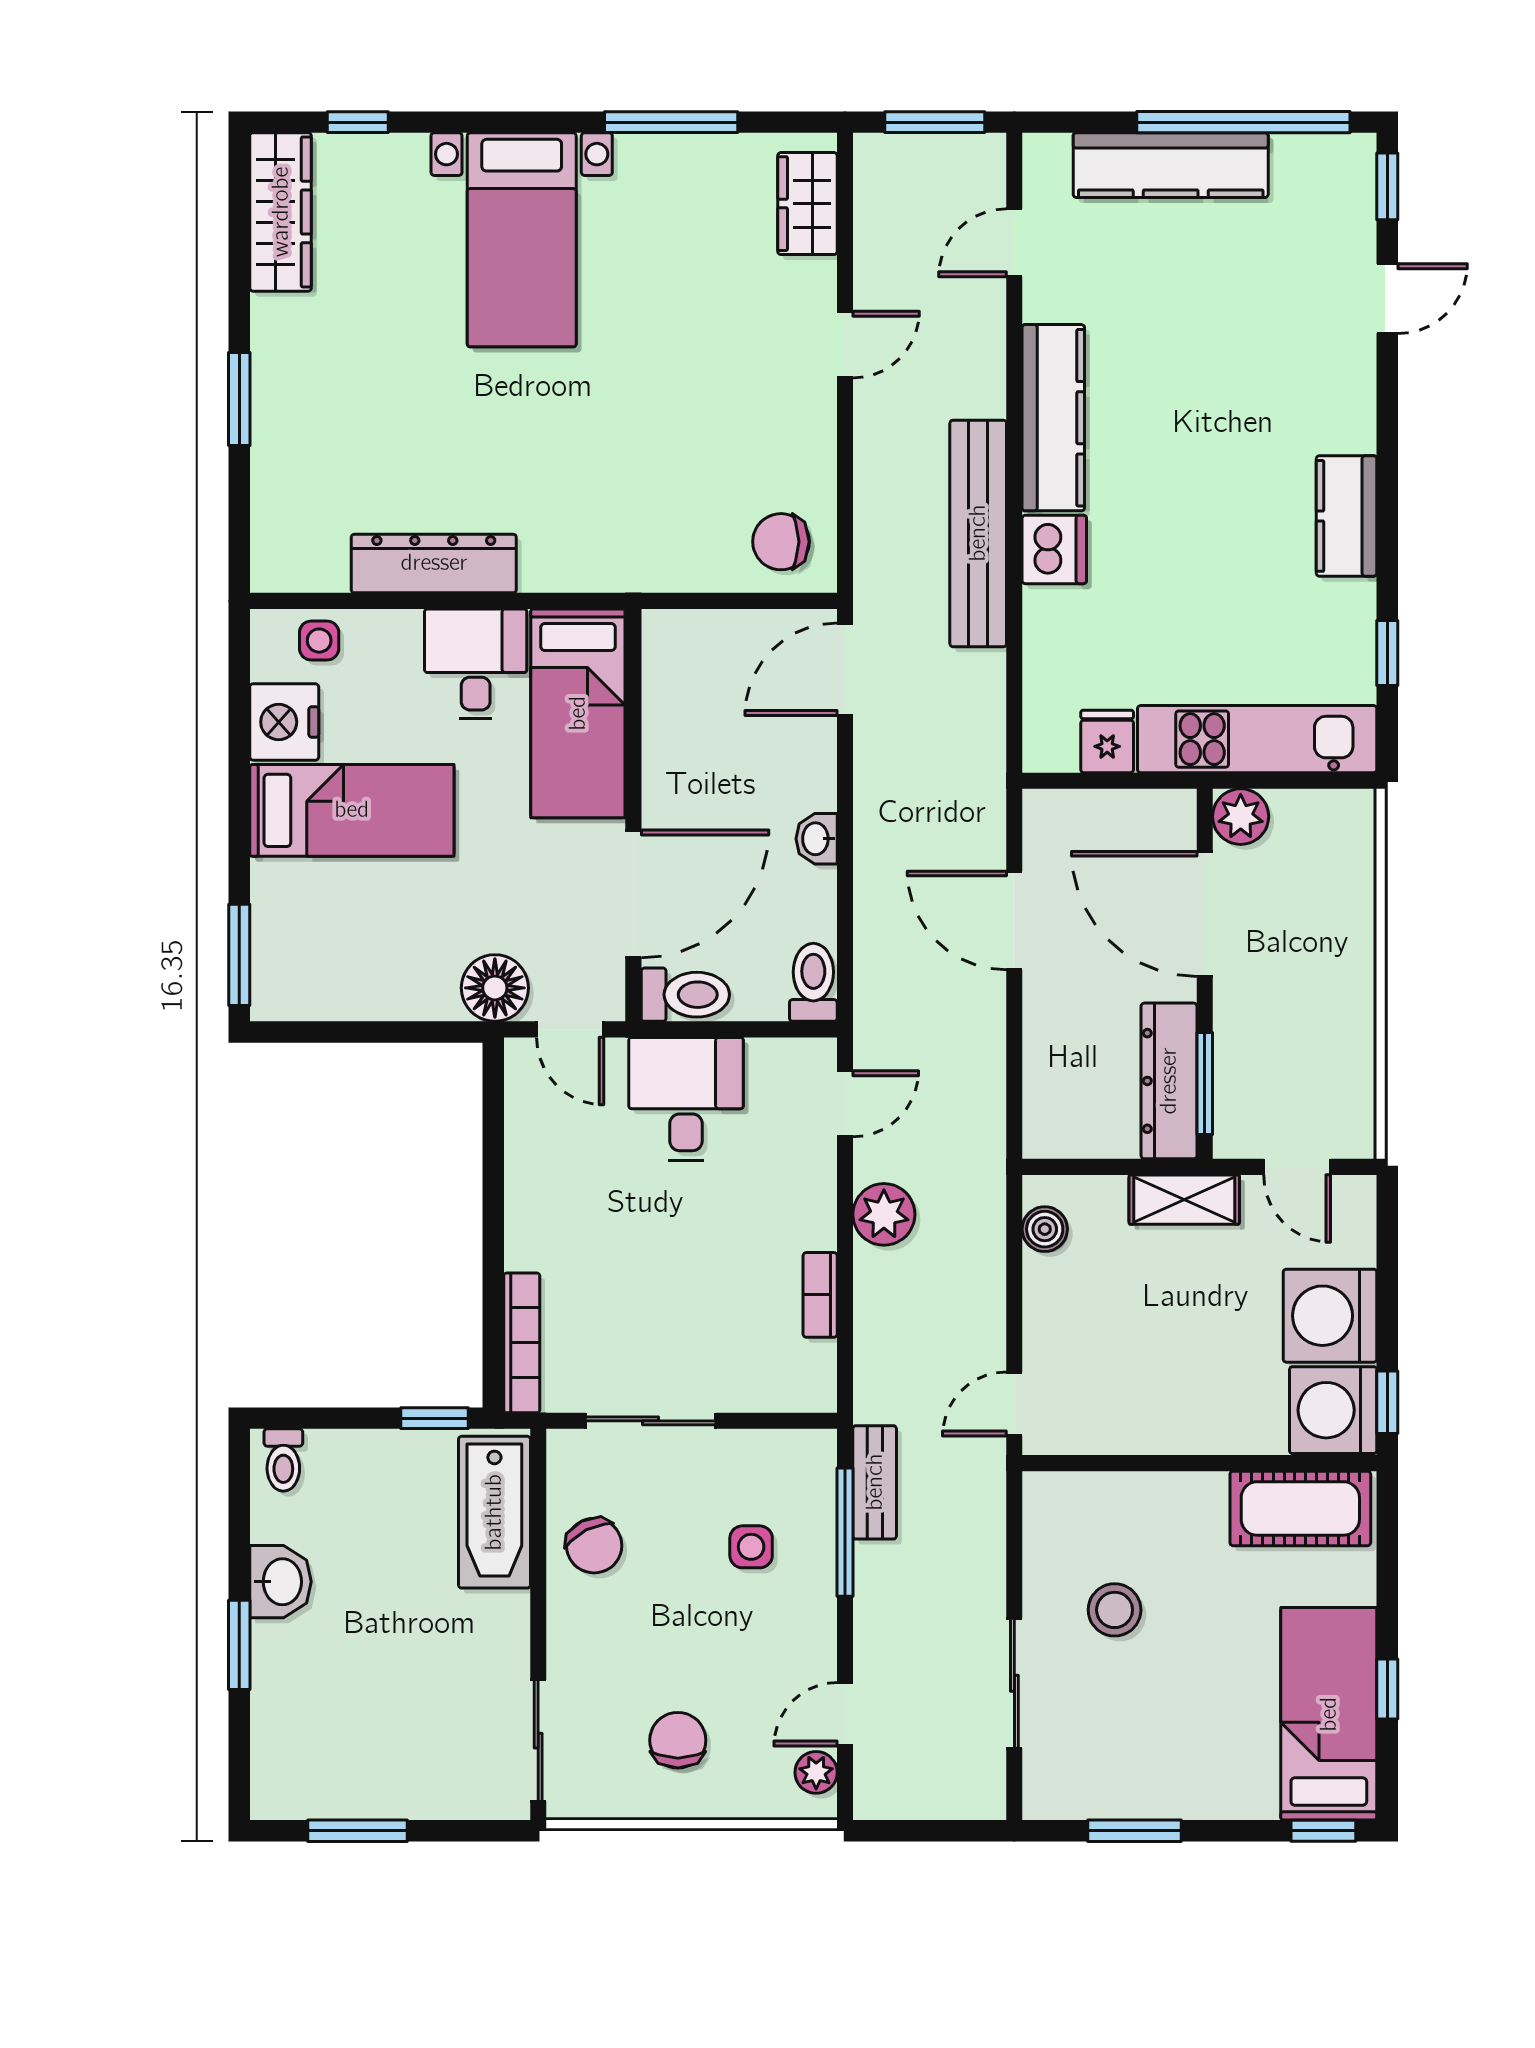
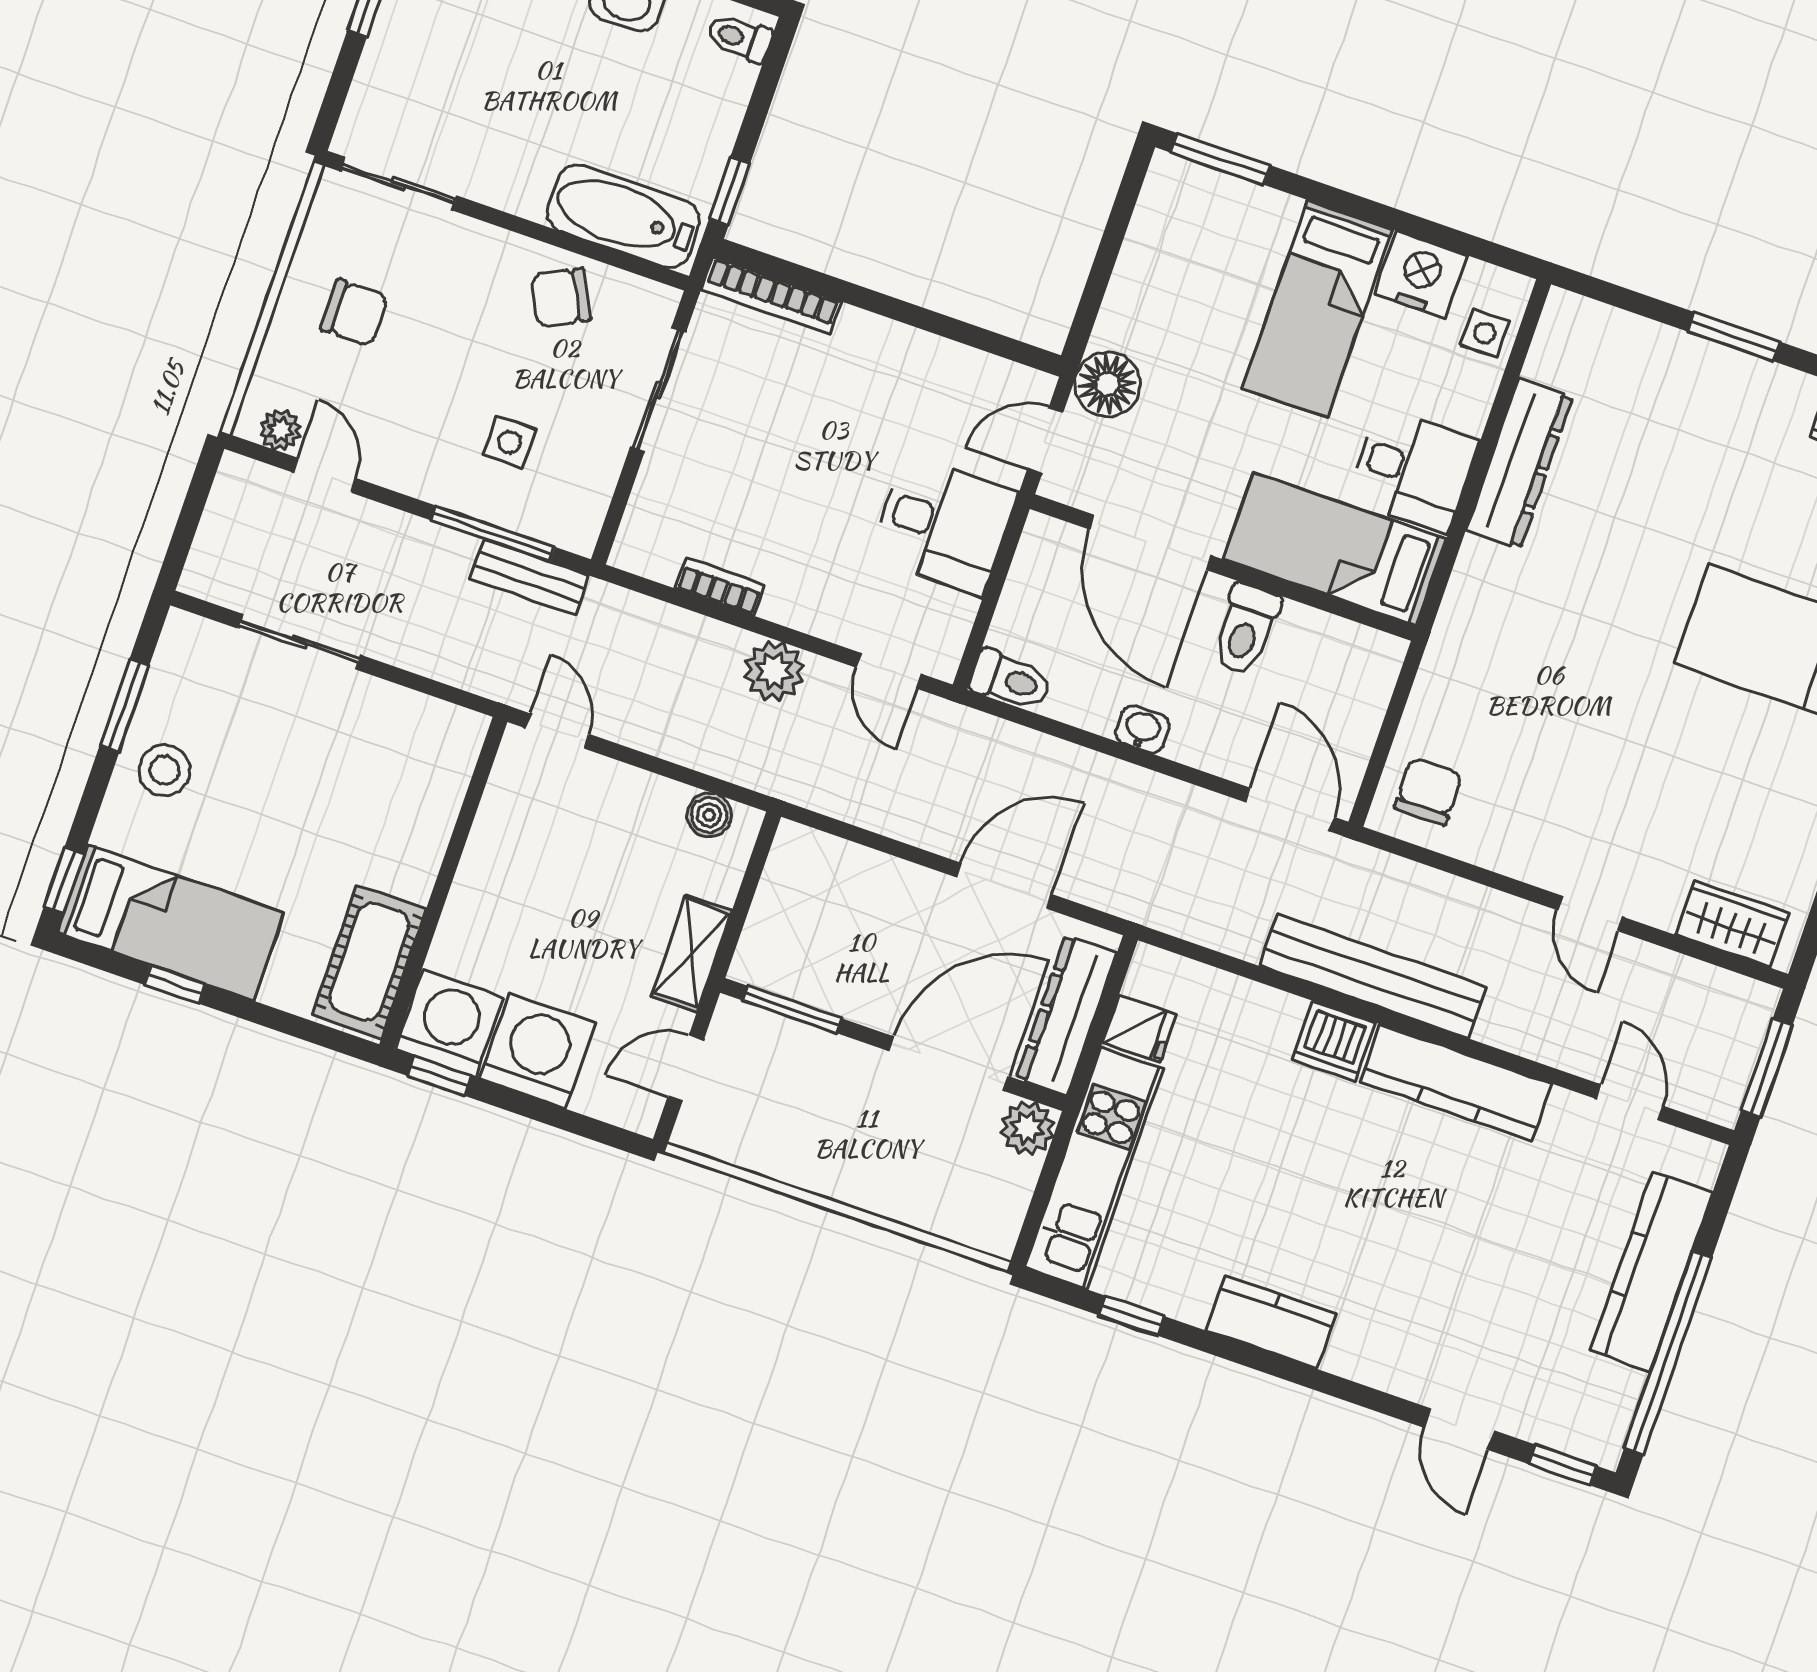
toilet: (685, 995) -> (1246, 629), moved
dresser: (1169, 1081) -> (1066, 1016), moved, turned -90
stool: (1115, 1610) -> (165, 770), moved

